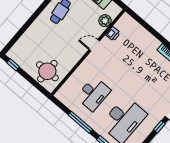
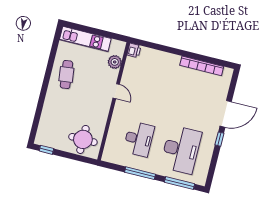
printer: (113, 34) -> (134, 50), moved
door: (94, 45) -> (116, 91), swing flipped

